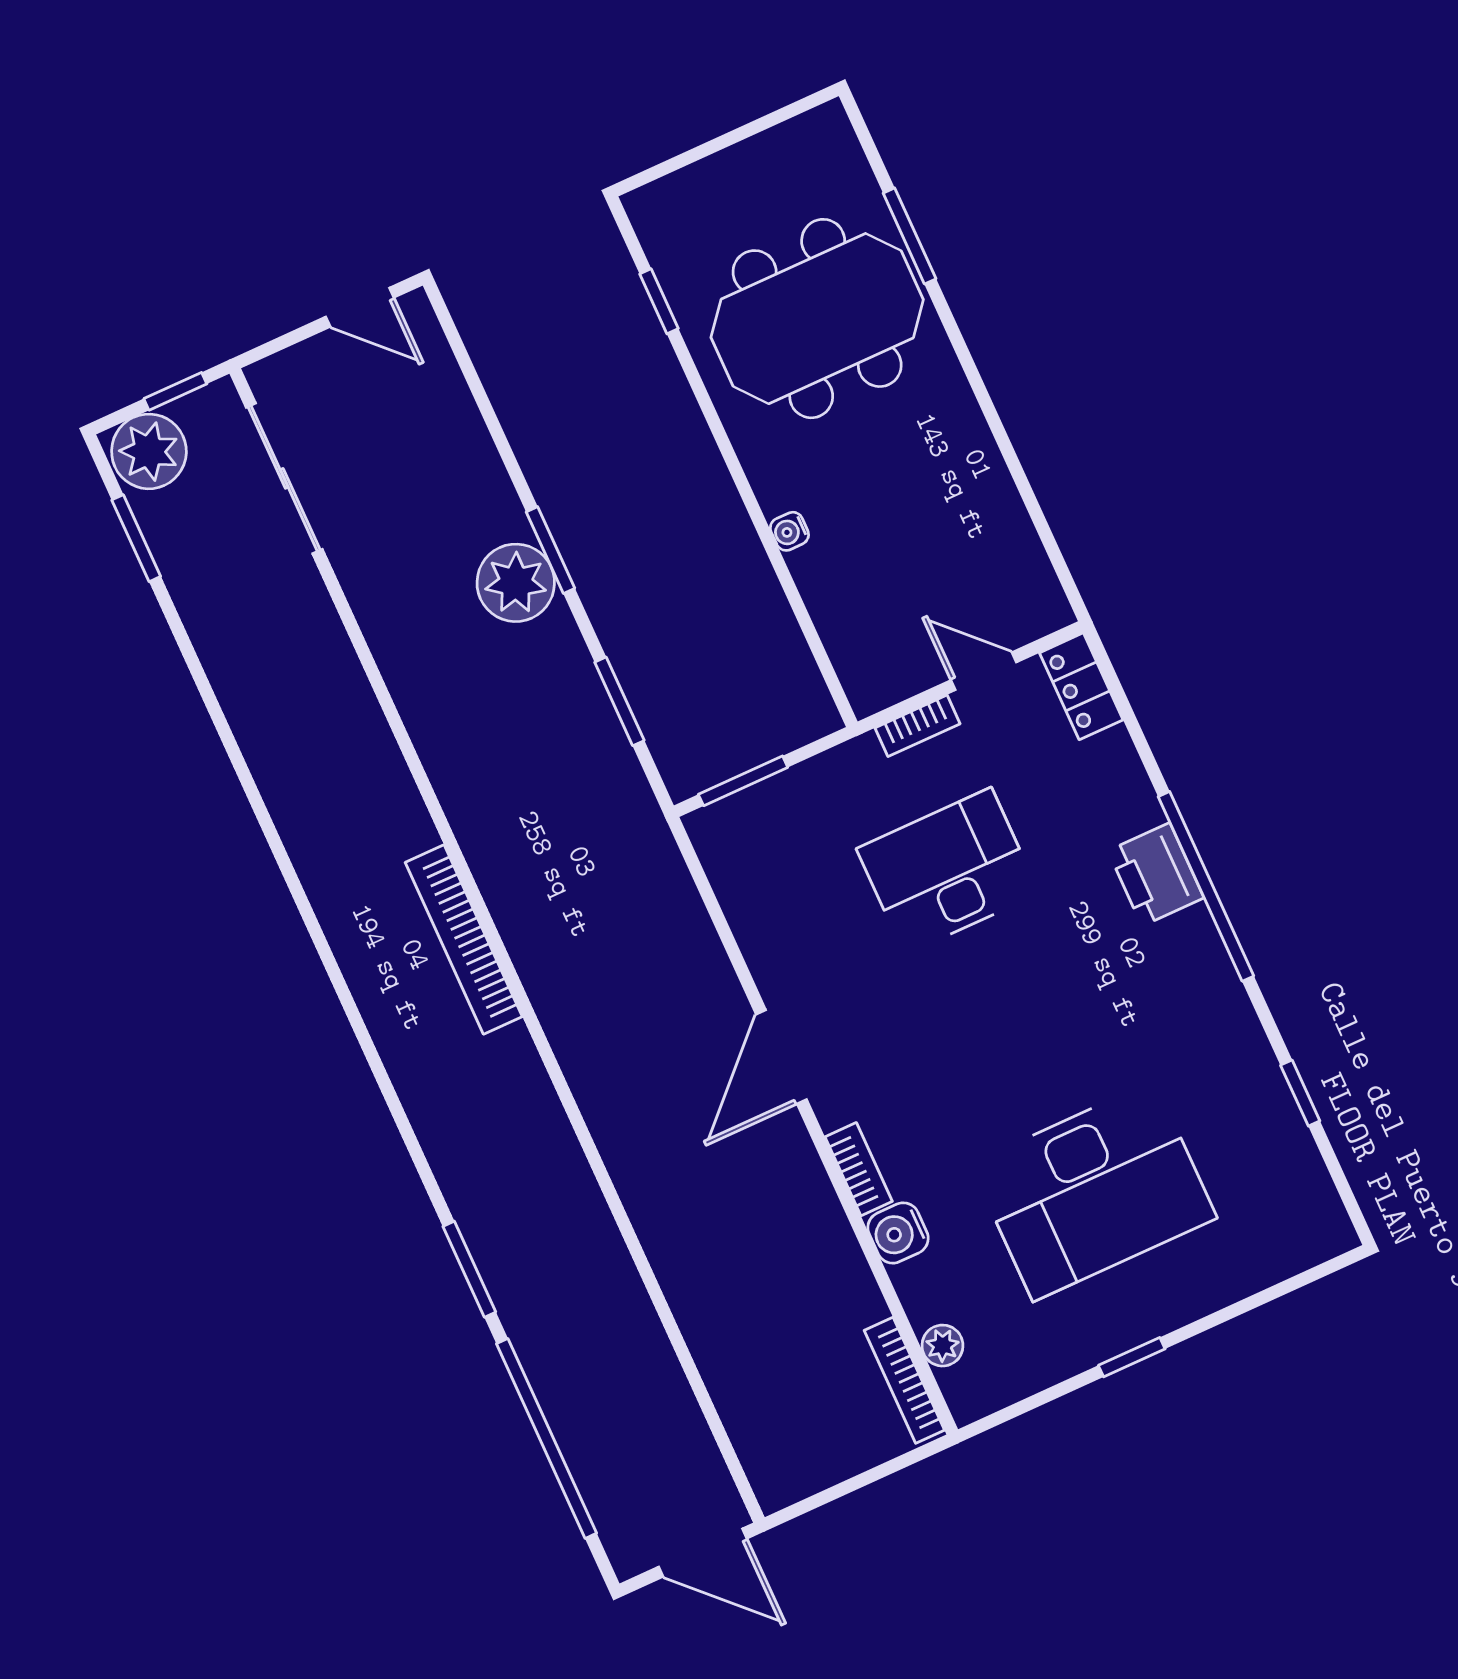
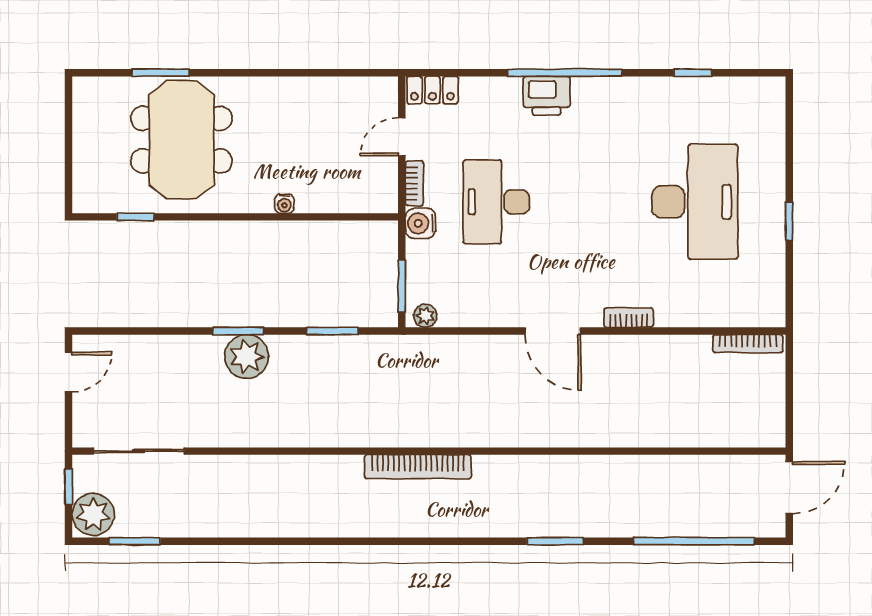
water cooler: (898, 1233) -> (420, 223), moved, turned 90
window: (469, 1269) -> (555, 541), moved
plant: (942, 1346) -> (425, 316), moved

